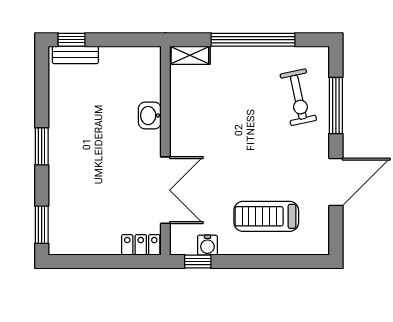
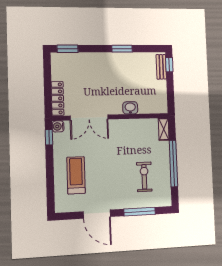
exercise bike: (298, 97) -> (144, 177), moved, turned 102
window: (42, 146) -> (122, 49), moved
locker: (141, 245) -> (57, 98), width x1.53
water cooler: (207, 245) -> (58, 126), moved

